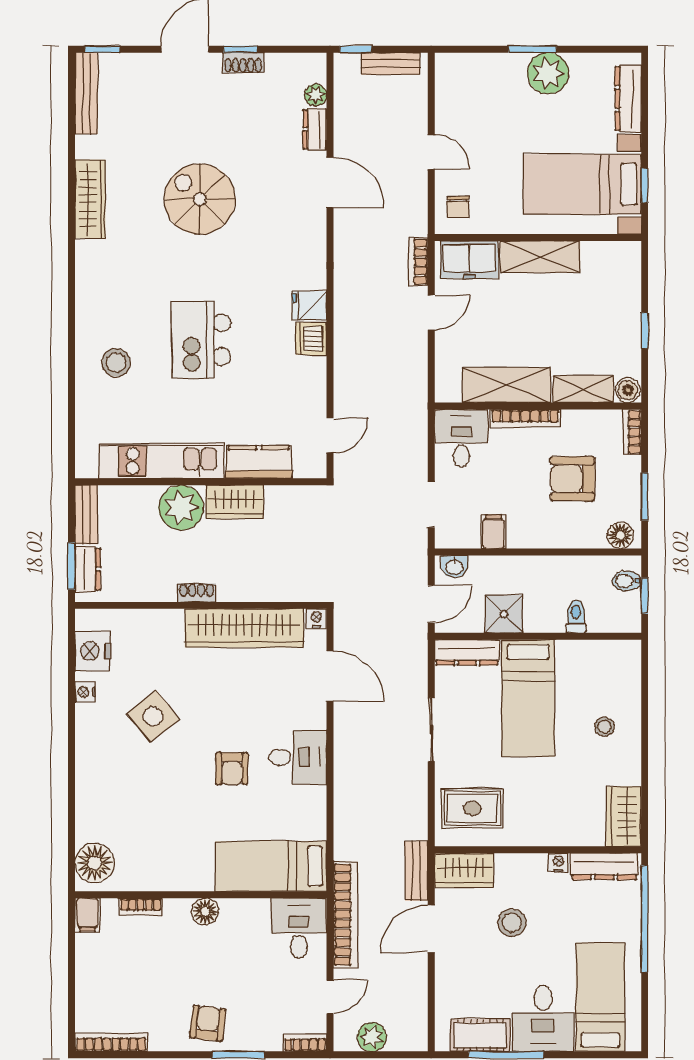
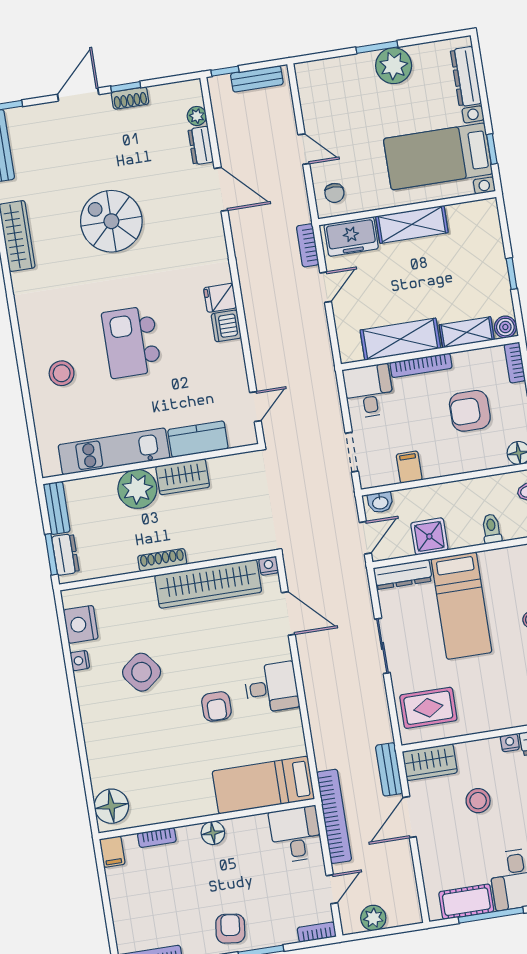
shoe rack: (197, 593) -> (162, 560), width x1.43

